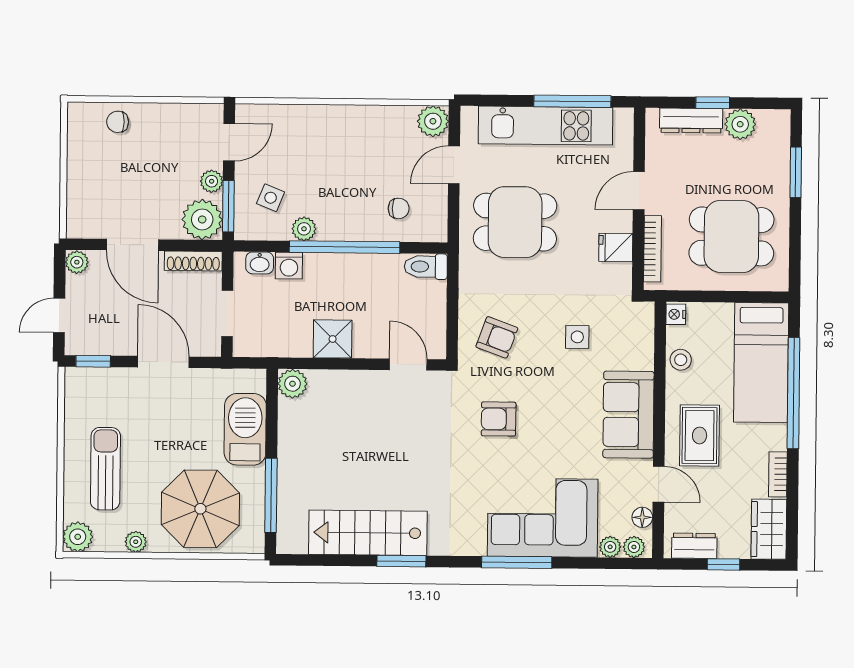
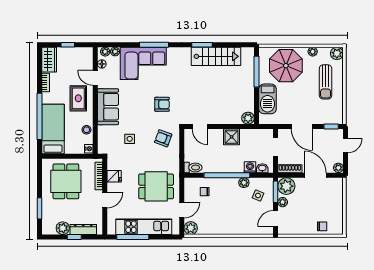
dining table: (731, 236) -> (66, 181), turned 90
dresser: (694, 546) -> (80, 52), removed

